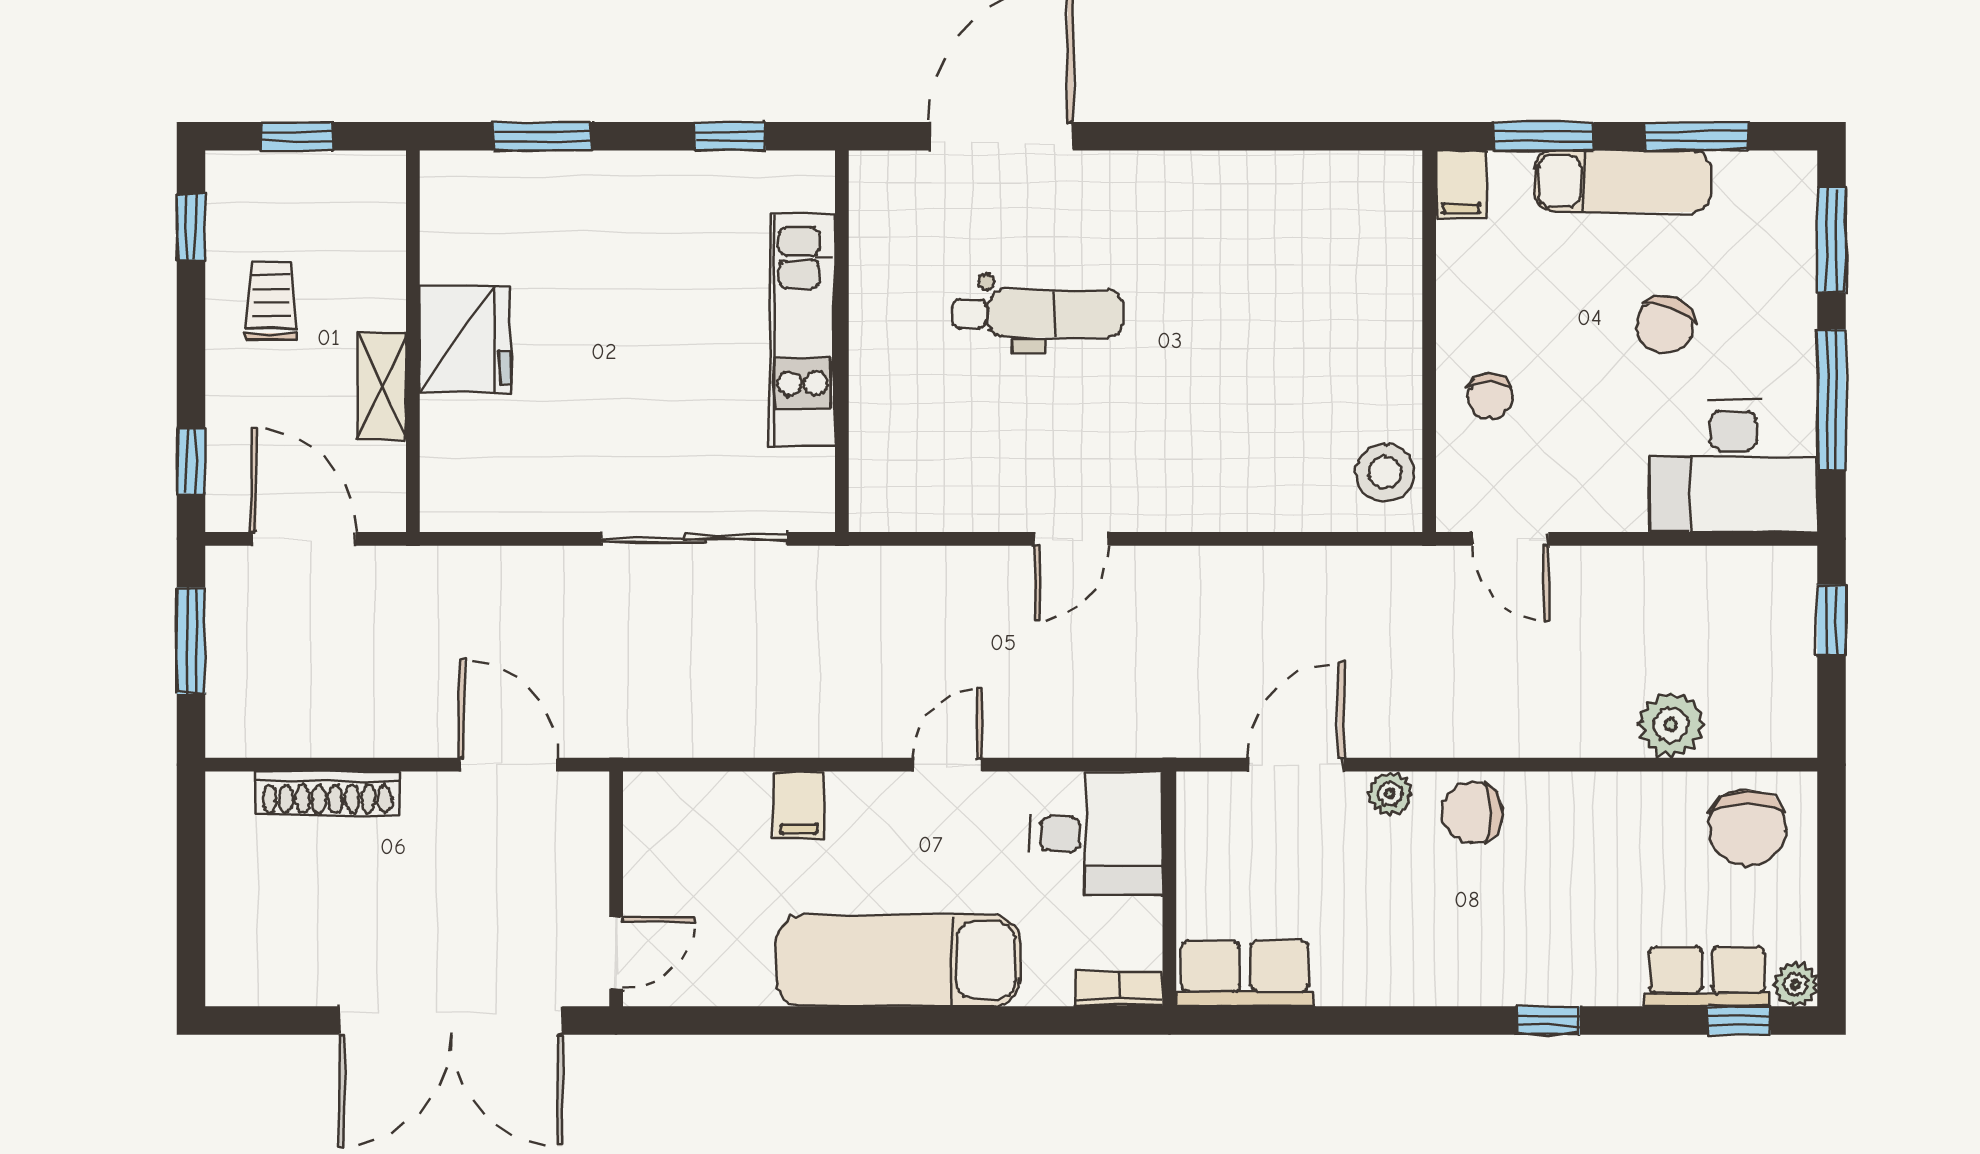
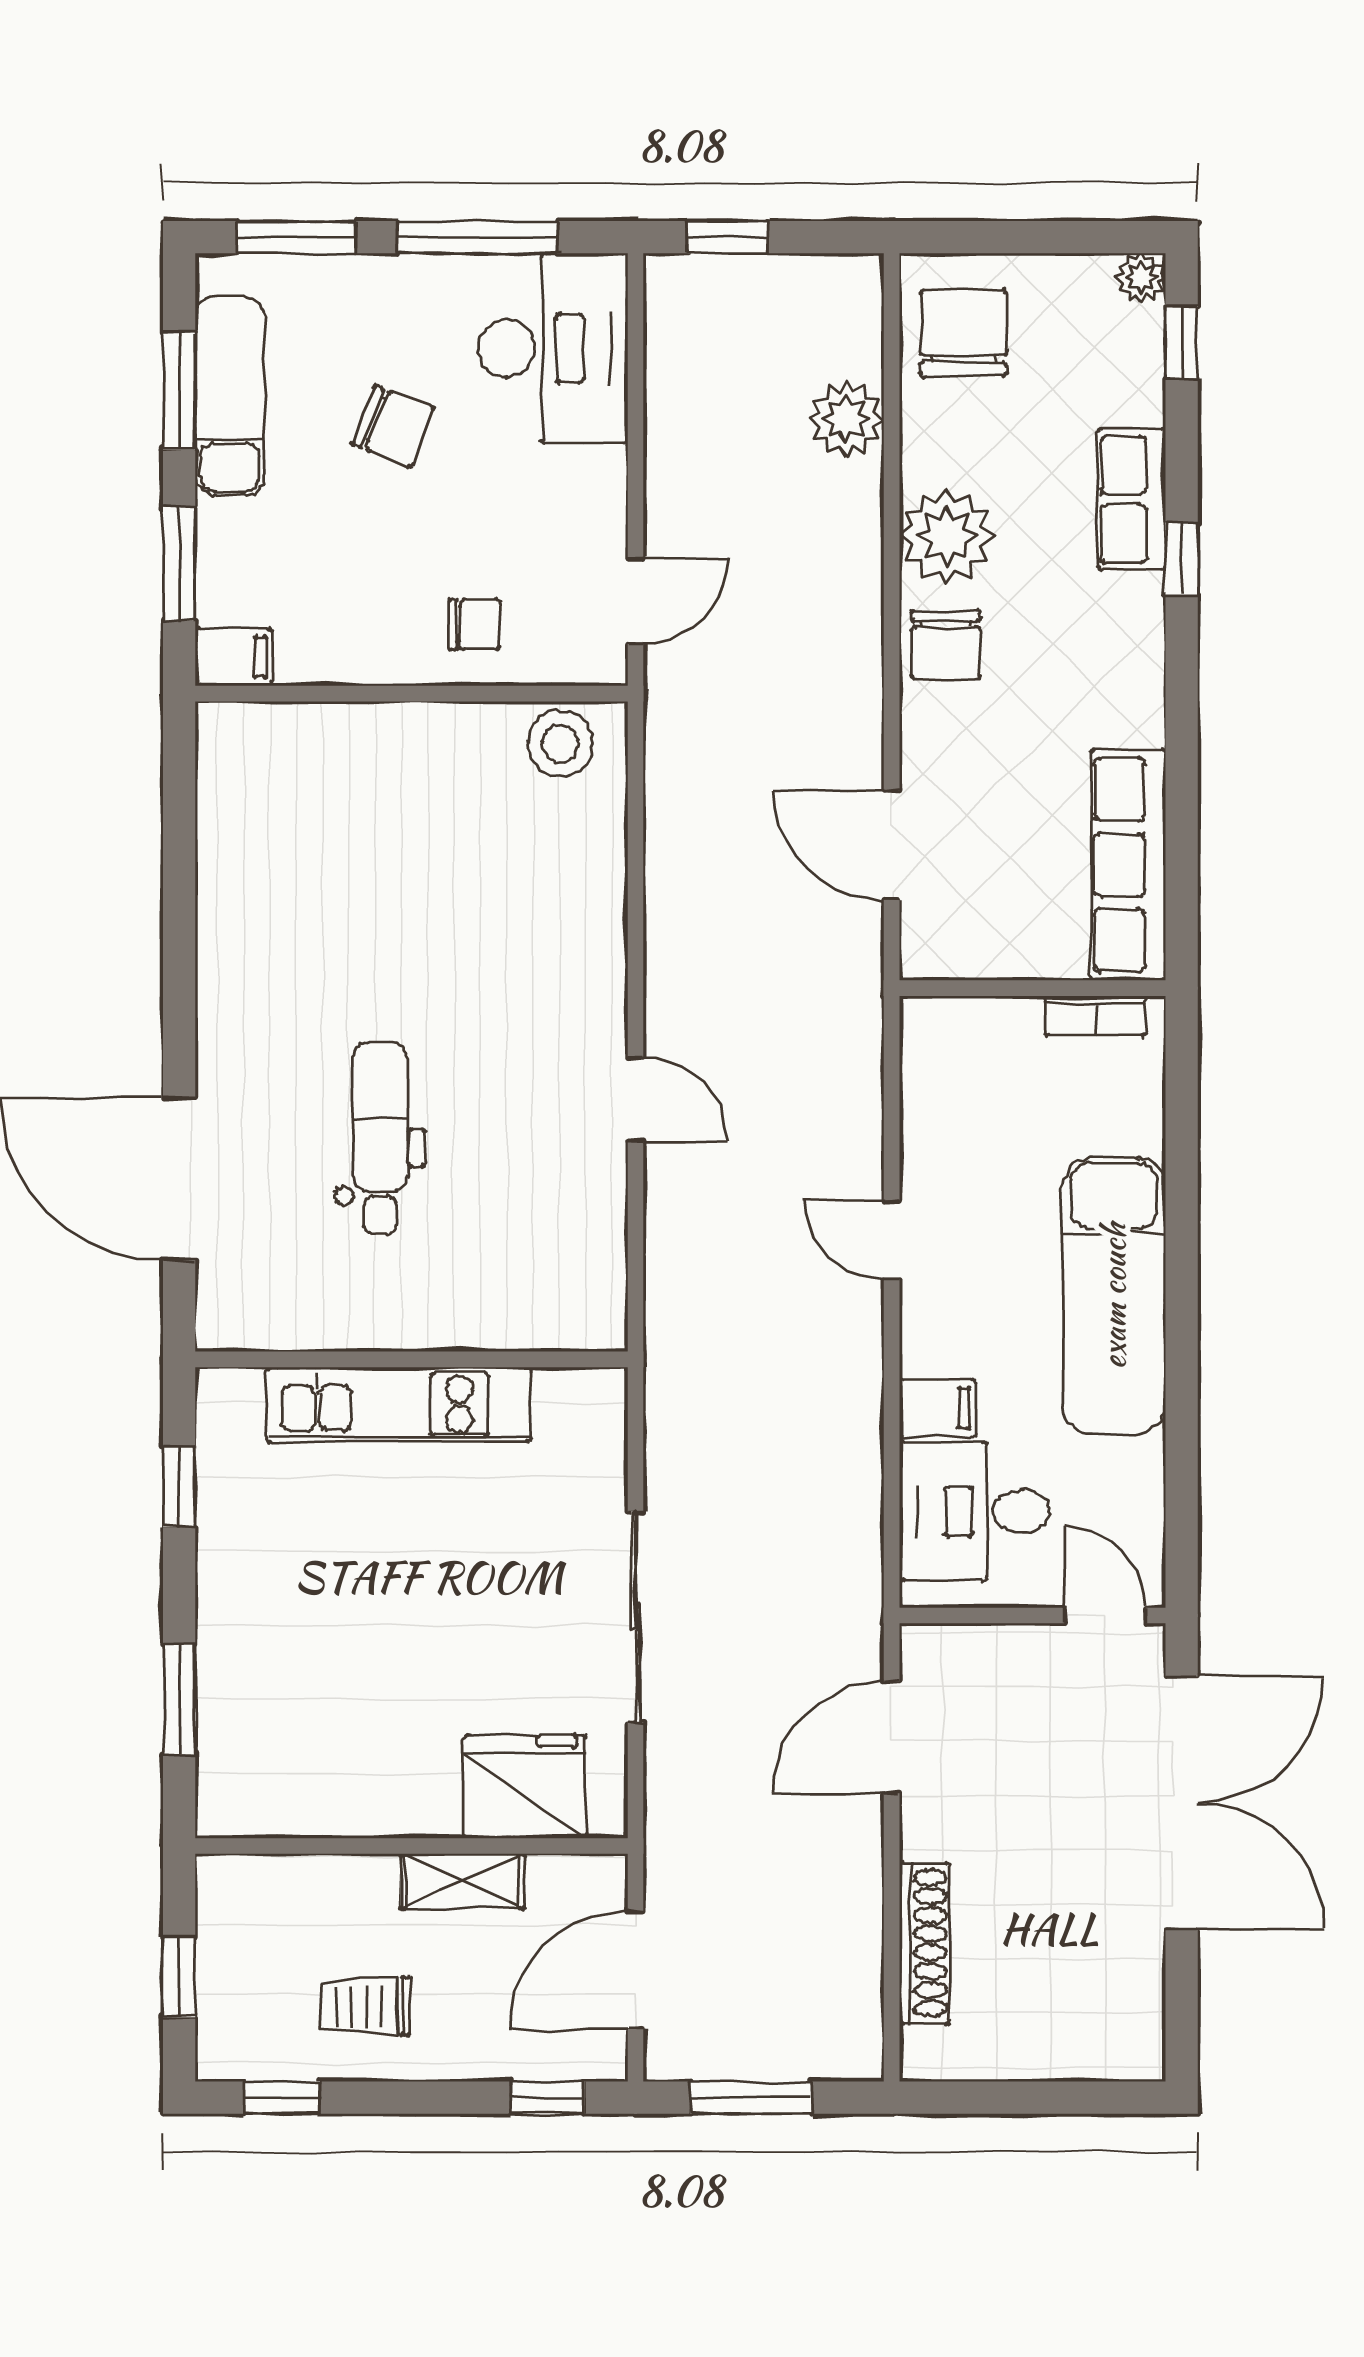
exam couch: (1623, 181) -> (230, 396), moved
fridge: (465, 339) -> (525, 1787), moved
sliding door: (694, 539) -> (636, 1617), moved
plant: (1390, 794) -> (946, 536), moved, width x1.87, depth x1.87
chair: (1747, 828) -> (963, 333), turned -90
desk: (1096, 834) -> (975, 1511), moved, turned -90
row of seats: (1245, 973) -> (1128, 865), width x1.48
row of seats: (1707, 976) -> (1132, 499), moved
bookcase: (1118, 989) -> (1095, 1016), moved, turned -90

